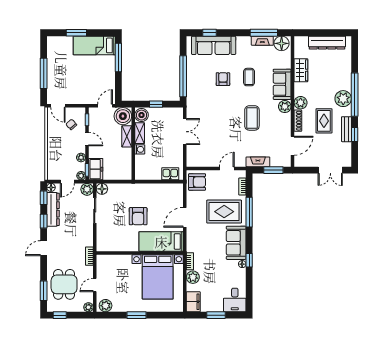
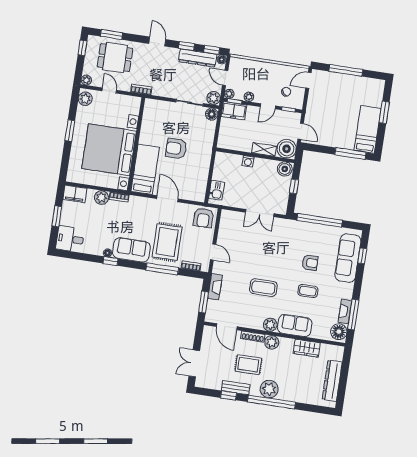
shelving: (140, 133) -> (266, 164), removed
bed with nightstands: (158, 277) -> (109, 150), width x1.36

